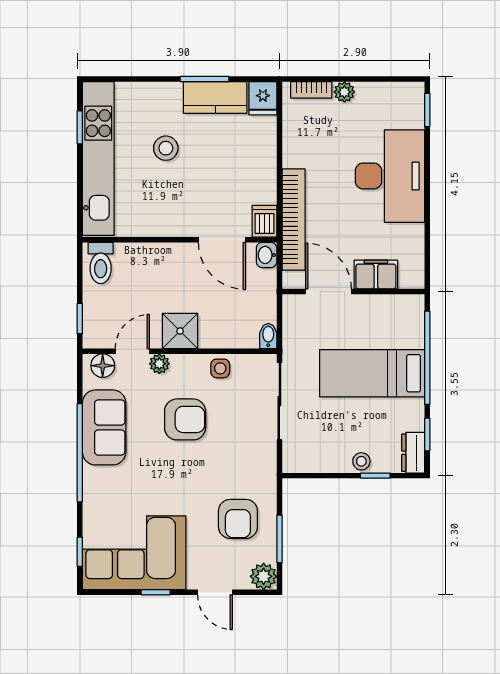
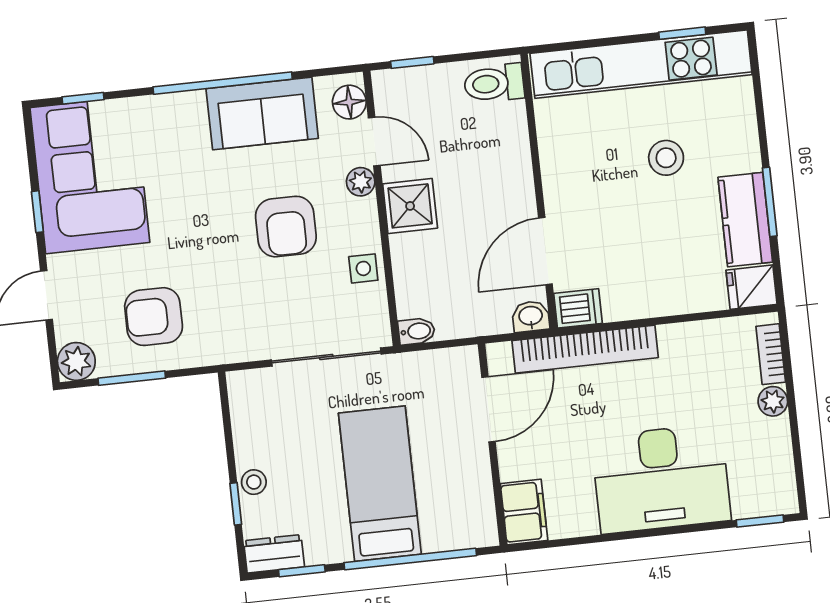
filing cabinet: (376, 274) -> (524, 512), moved

